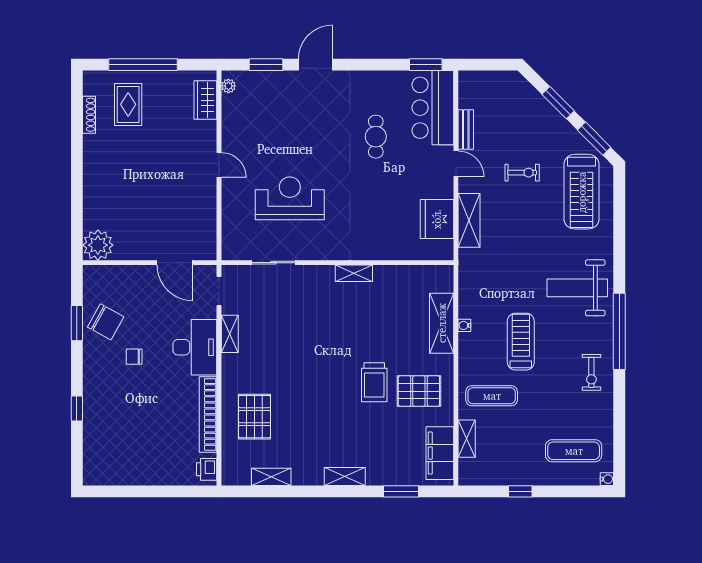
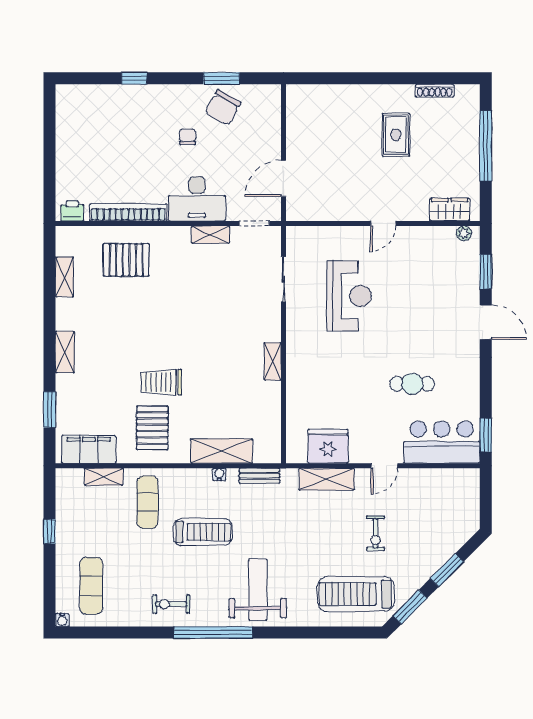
rug: (128, 104) -> (396, 135), moved, turned 90
bench: (466, 129) -> (259, 476), moved
plant: (98, 245) -> (301, 100), removed

